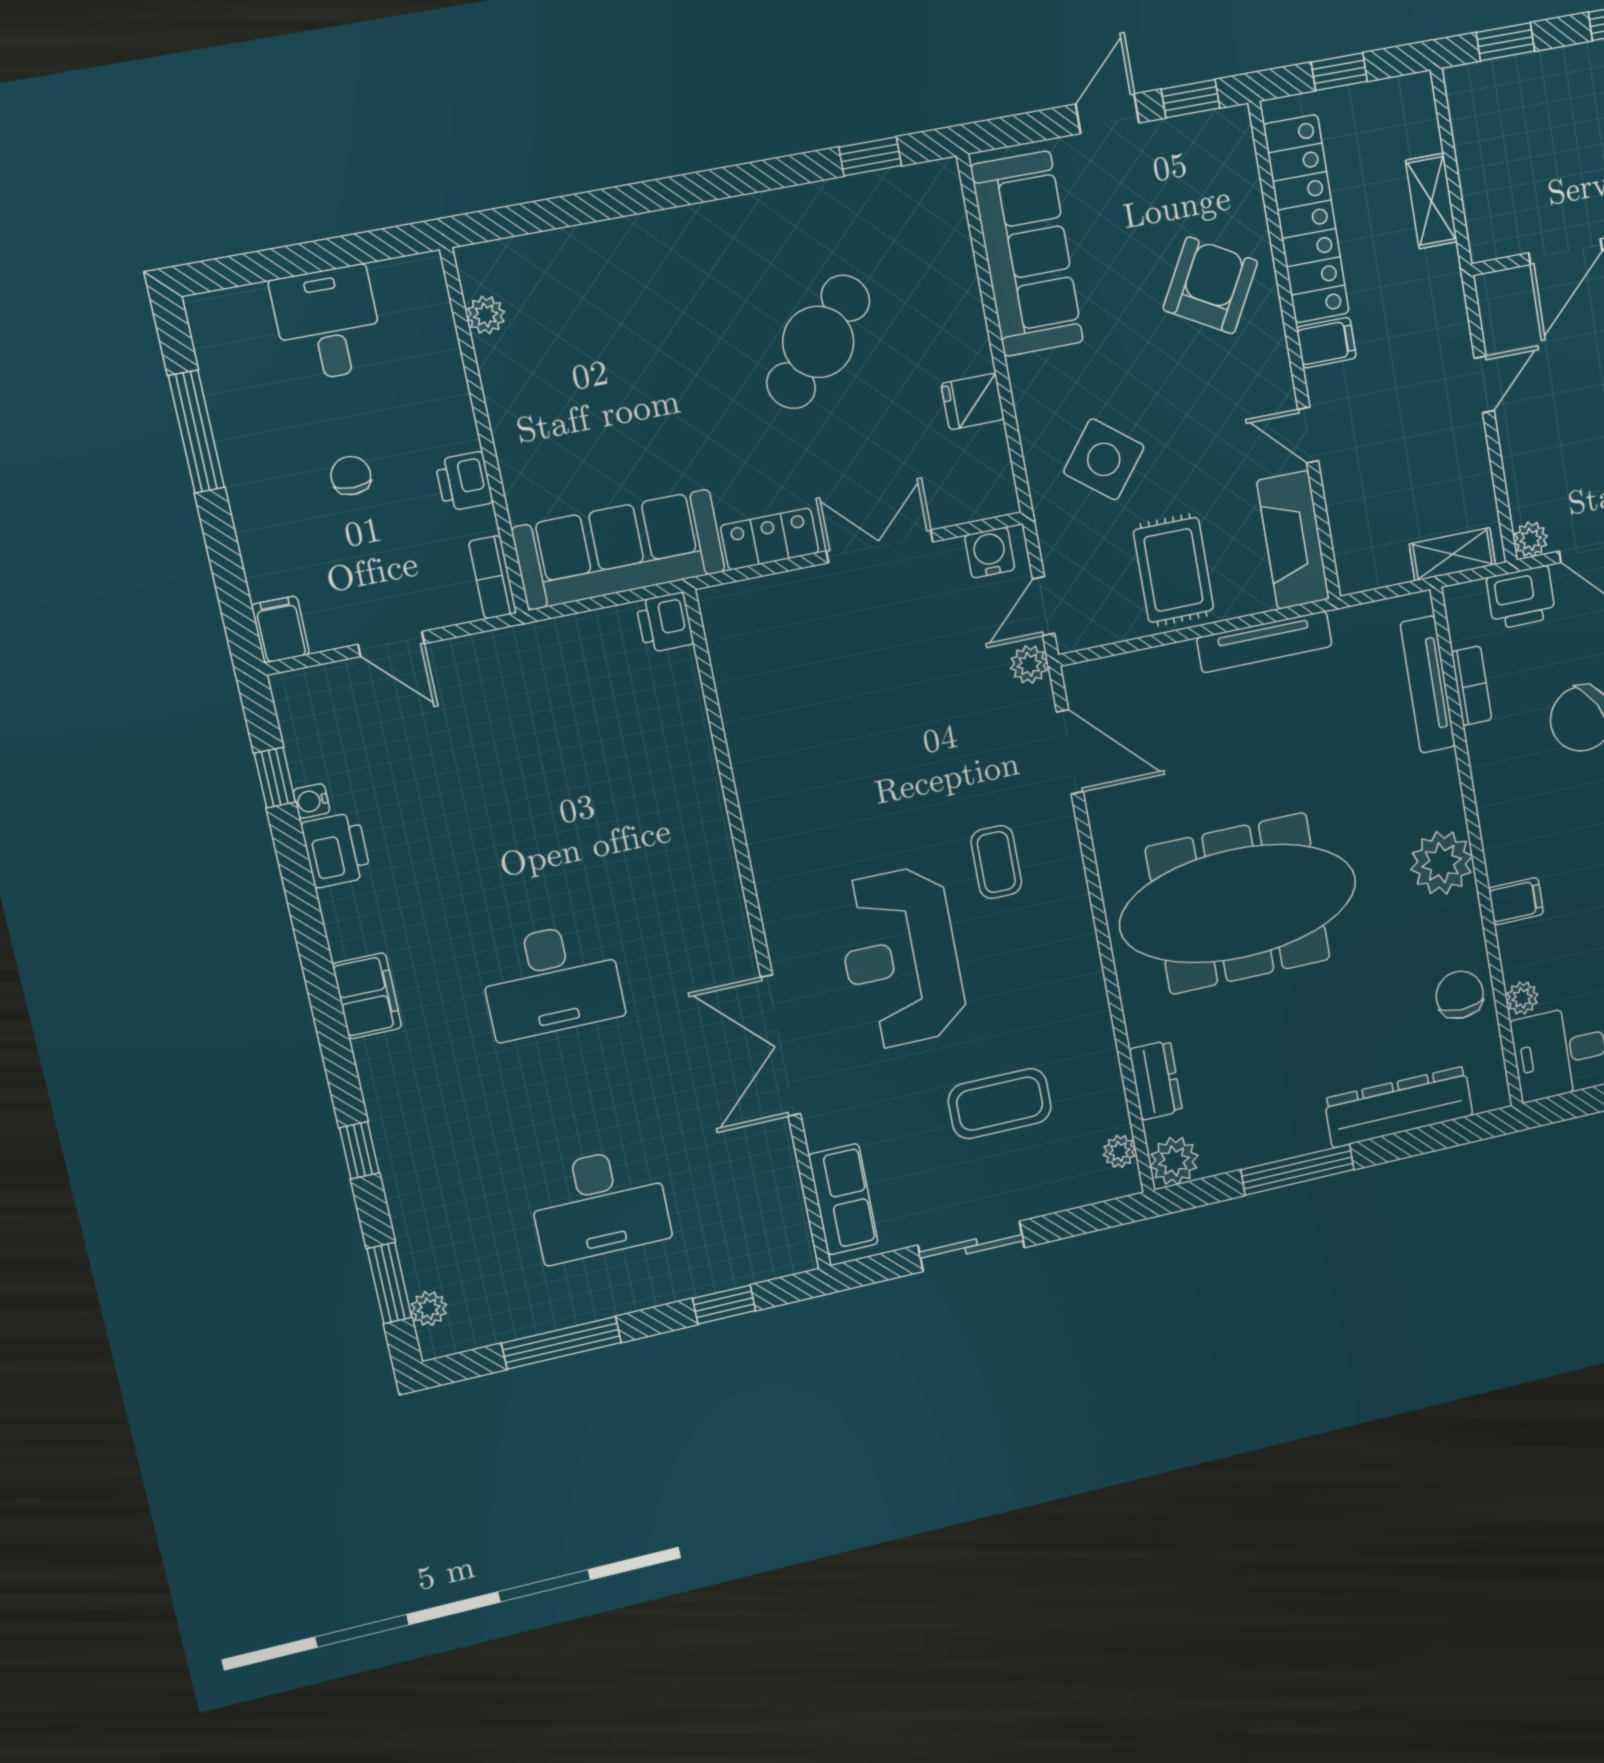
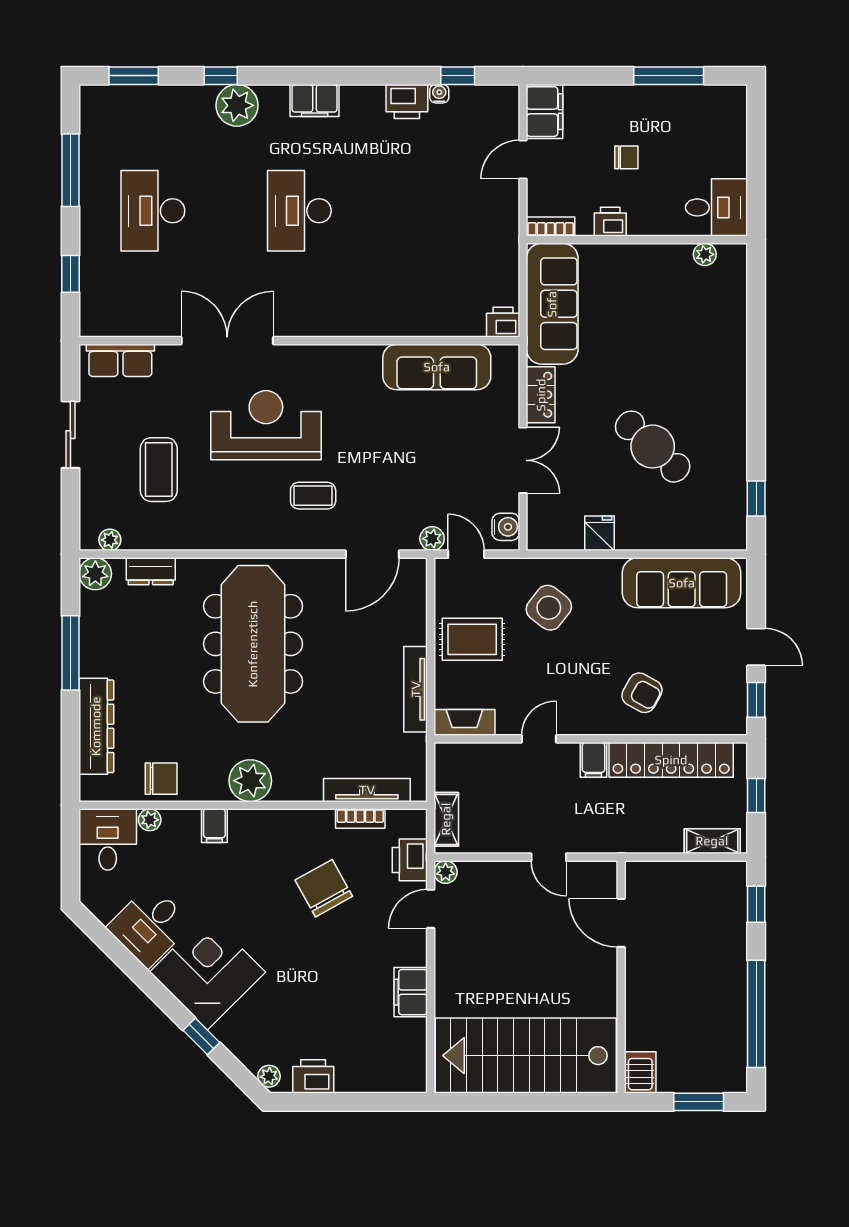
shelving: (1431, 201) -> (712, 841), moved
armchair: (1210, 285) -> (642, 693), width x0.72, depth x0.72
desk: (328, 324) -> (717, 207), moved
fireplace: (1293, 540) -> (464, 722), width x0.73, depth x0.76
filing cabinet: (280, 629) -> (545, 112), width x2.00
sofa: (758, 713) -> (437, 367), added
plant: (429, 1309) -> (237, 105), moved, width x1.87, depth x1.87

